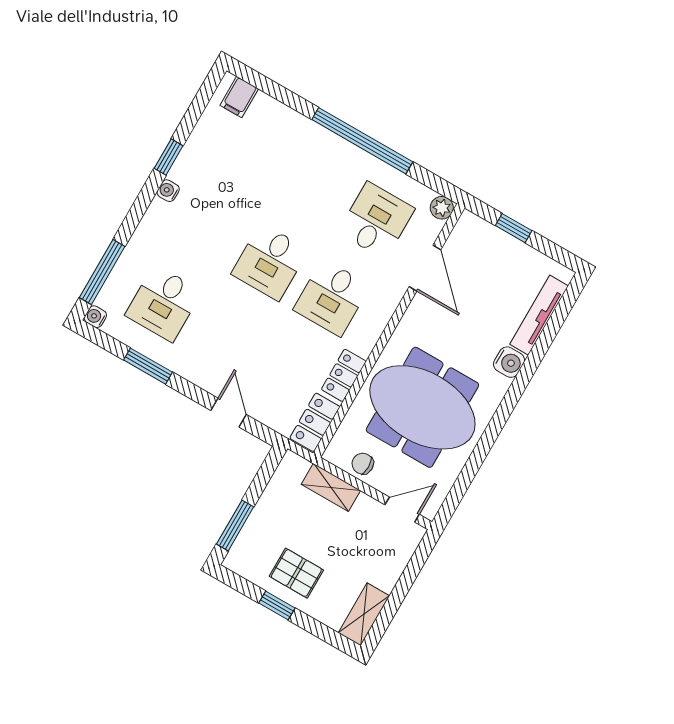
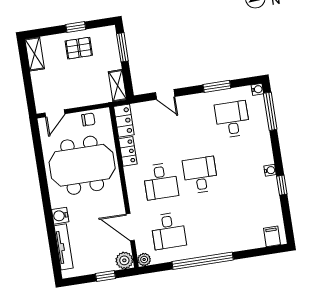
plant: (470, 229) -> (124, 260), added
desk: (332, 298) -> (161, 181), turned 180
shelving: (331, 487) -> (118, 86), moved, turned 90

